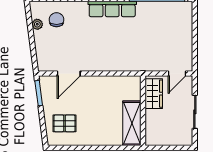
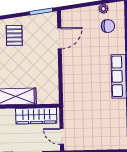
door: (69, 73) -> (60, 38), swing flipped
wardrobe: (154, 94) -> (36, 116), width x1.50

